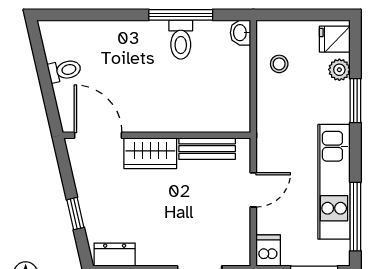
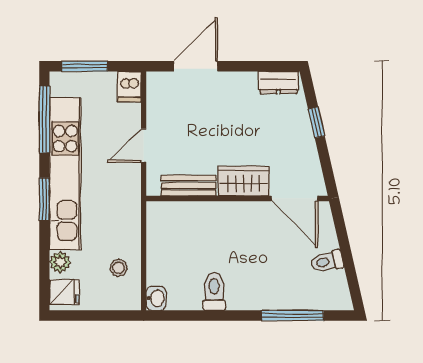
window: (181, 15) -> (292, 316), moved
window: (355, 101) -> (44, 199), moved
kitchen unit: (334, 182) -> (65, 174), width x1.36

